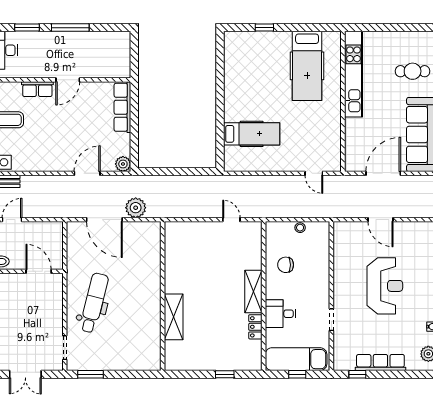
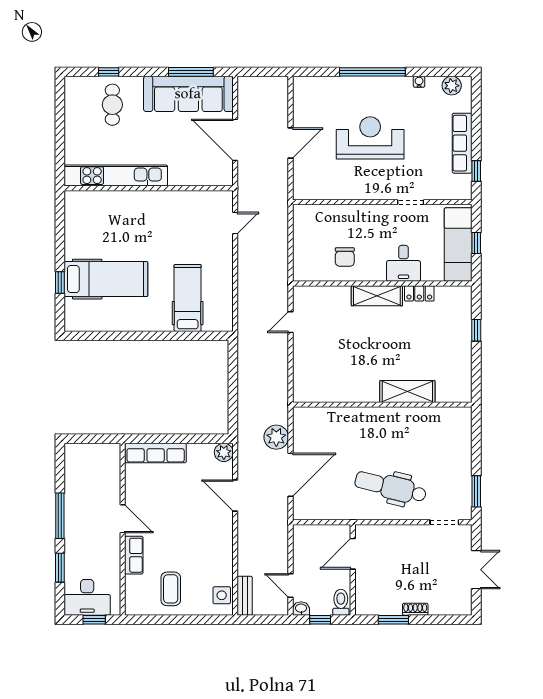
hospital bed: (307, 66) -> (106, 279), moved
stool: (300, 228) -> (300, 240), removed

